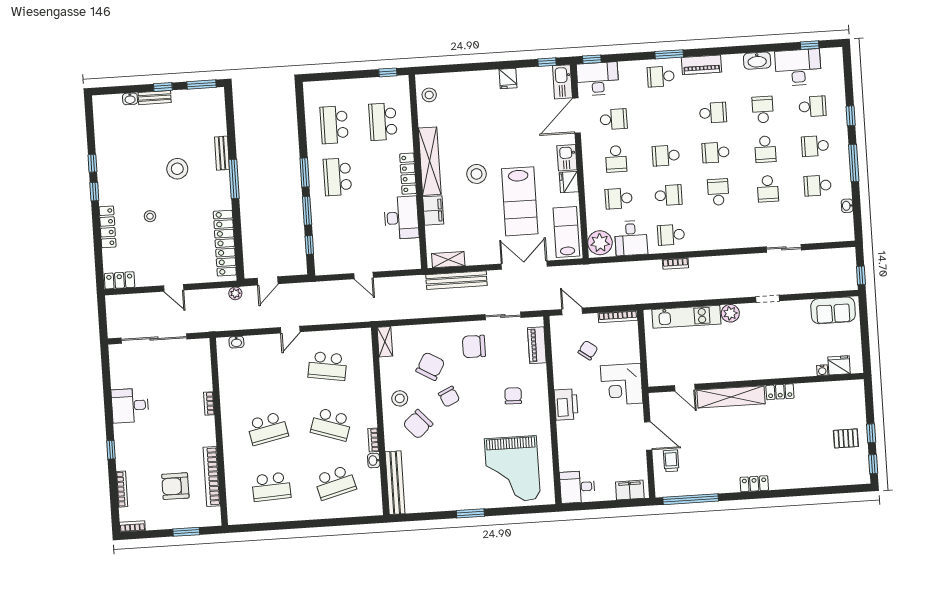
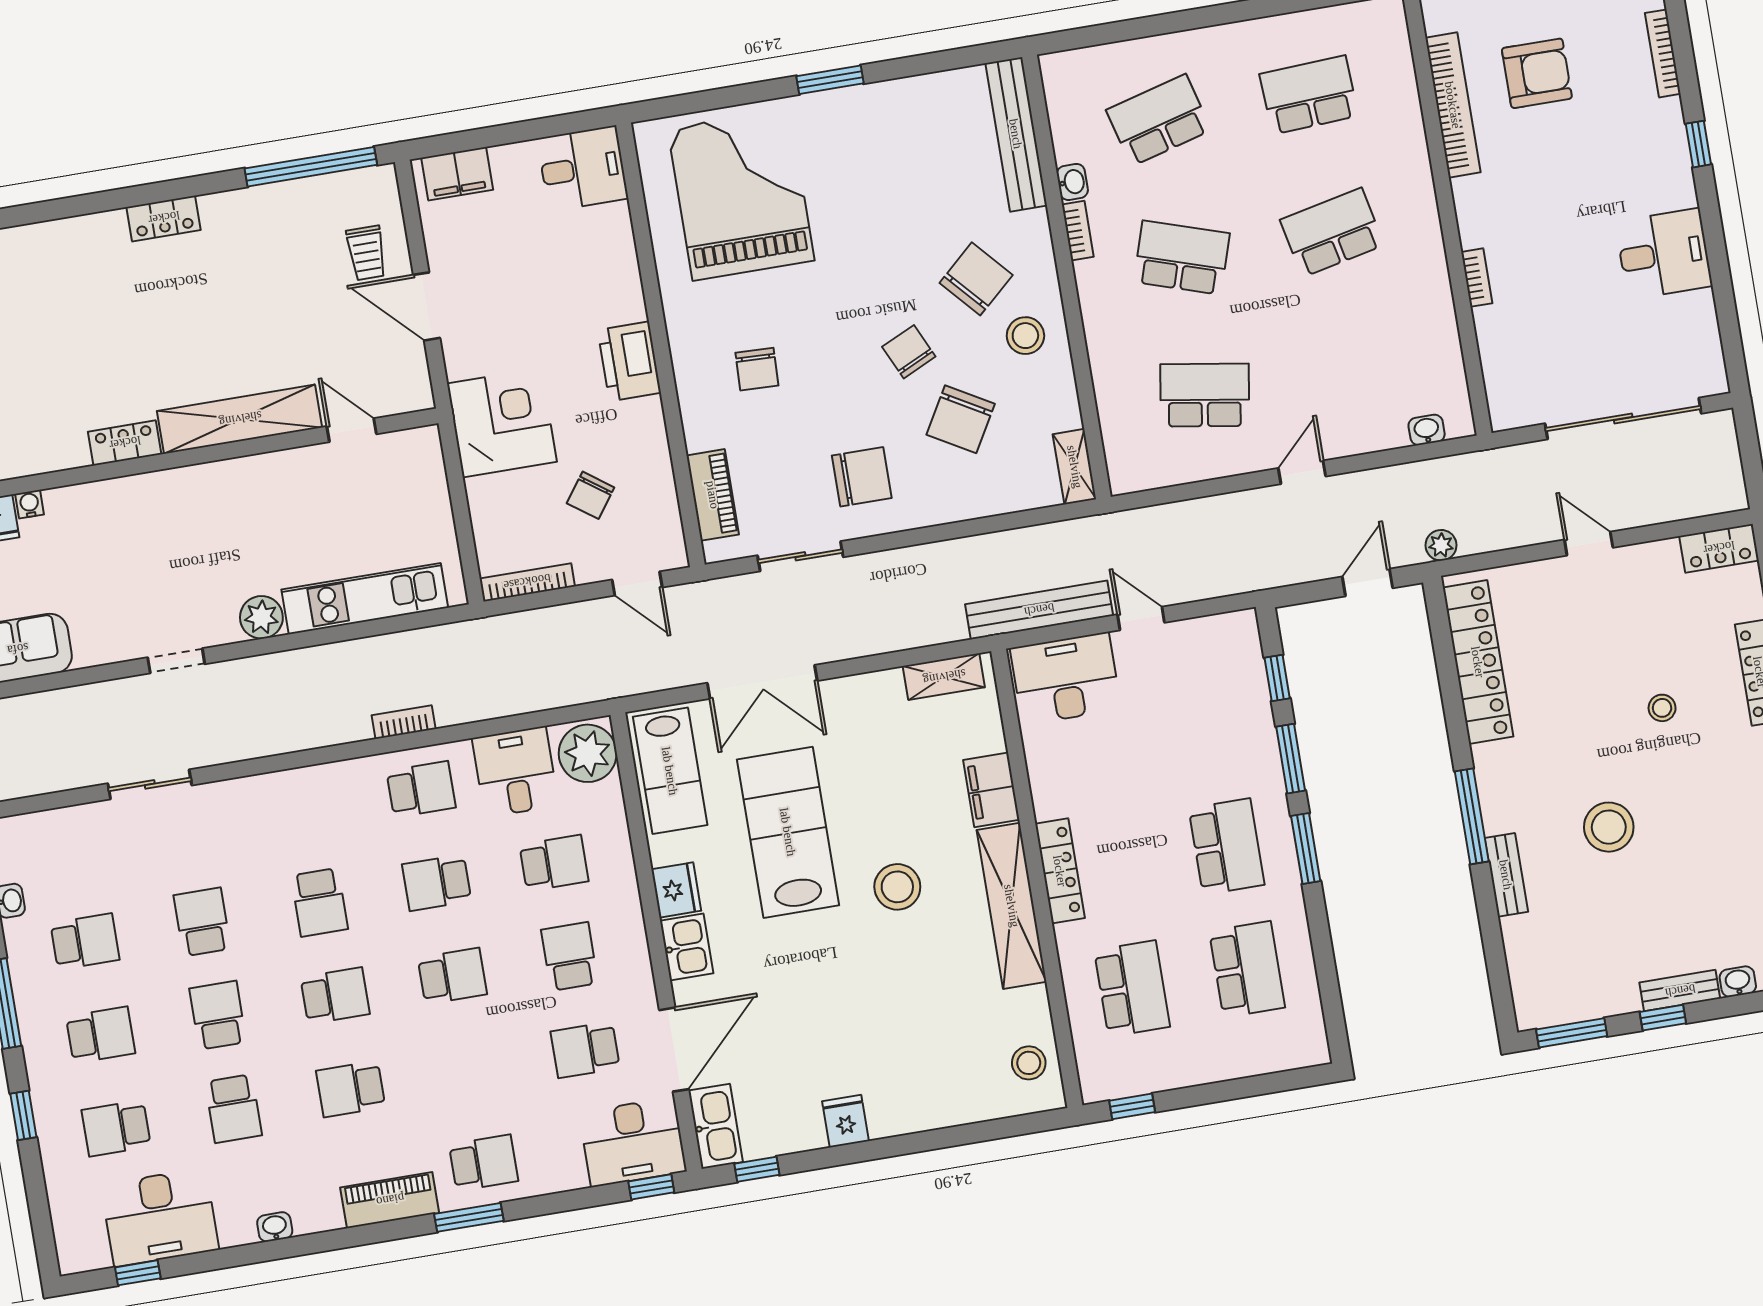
washbasin: (757, 61) -> (275, 1227), width x0.52, depth x0.69
desk: (401, 218) -> (1066, 679), moved, turned 90
bench: (456, 280) -> (1039, 610), moved

